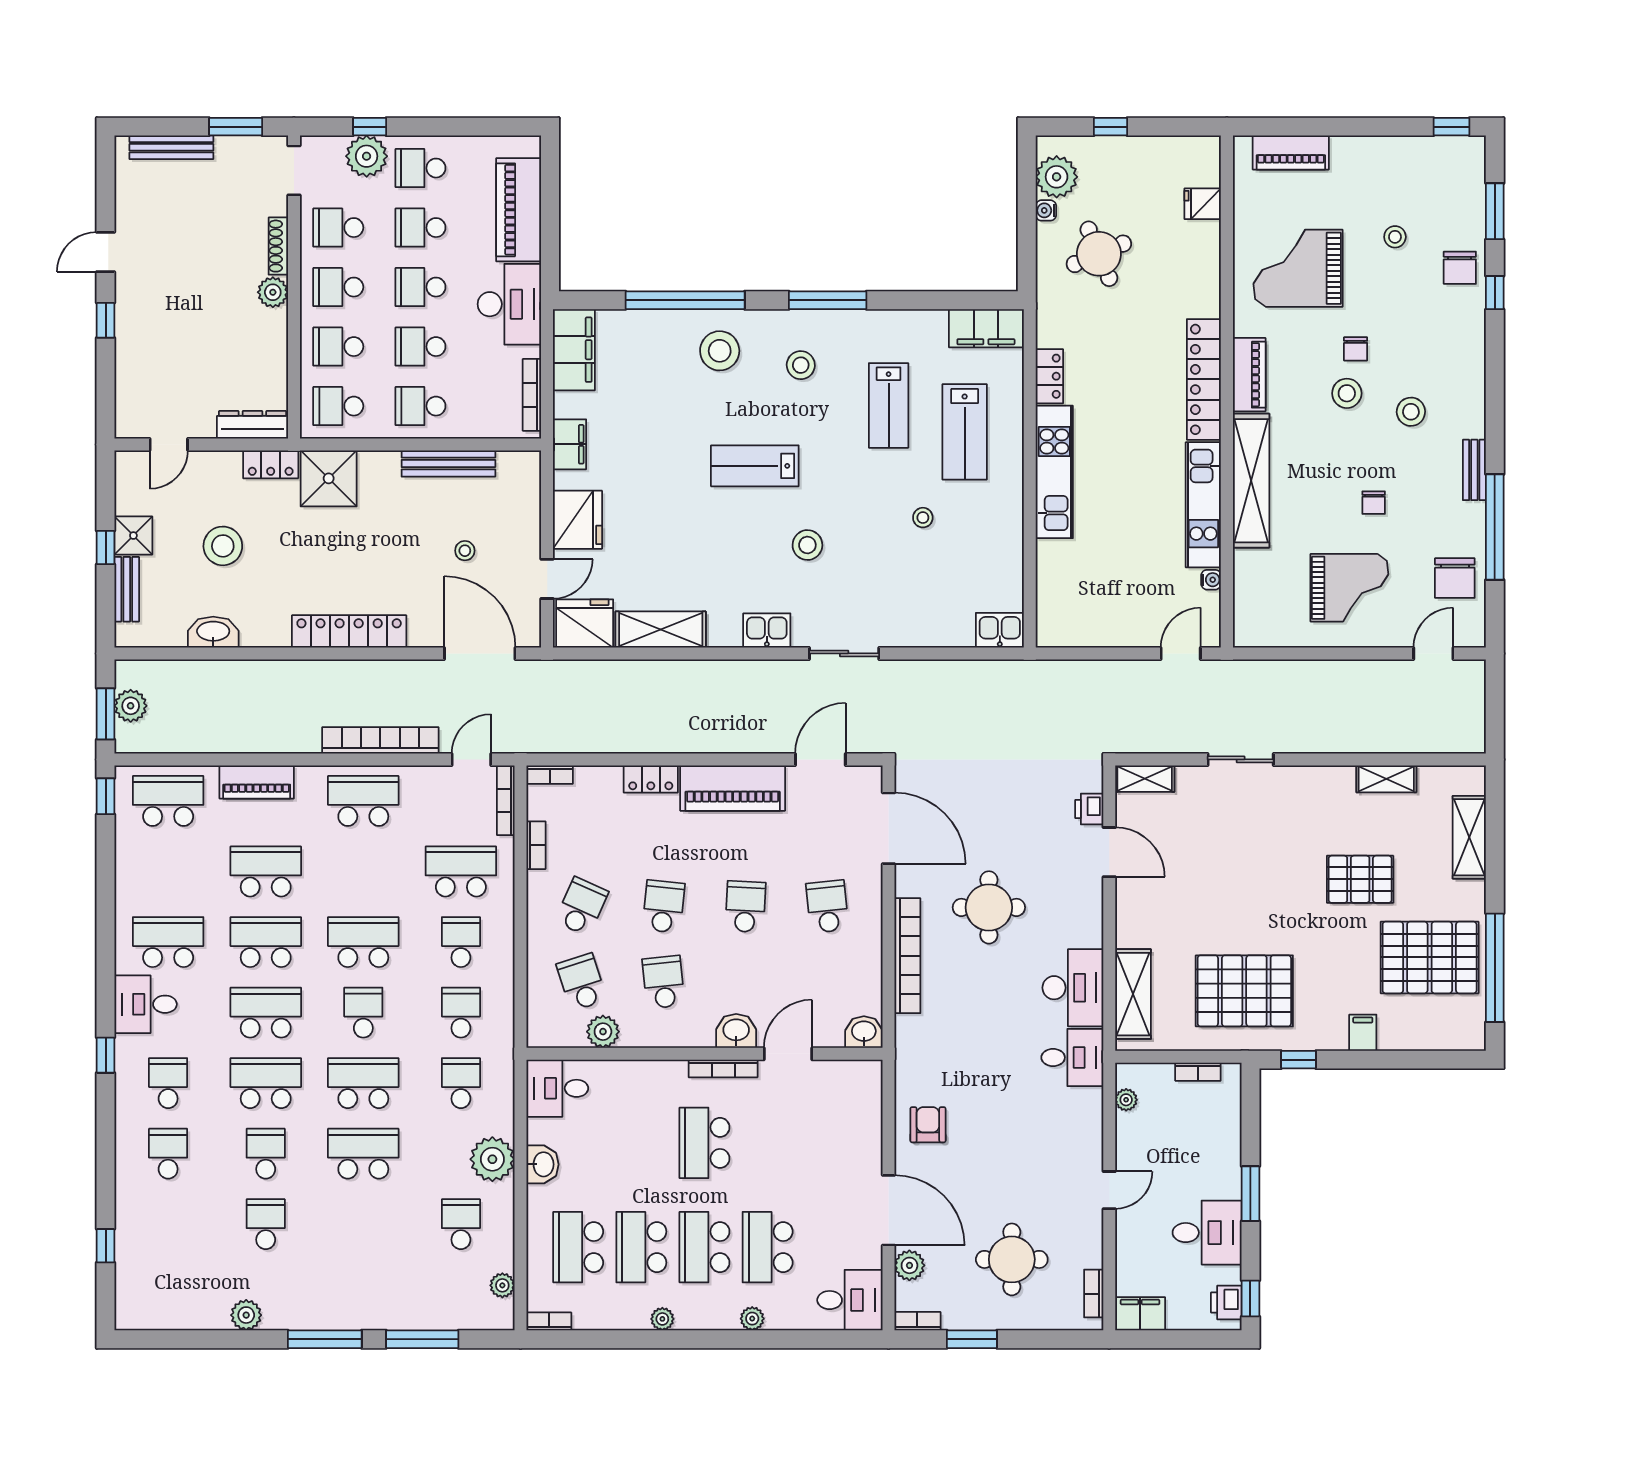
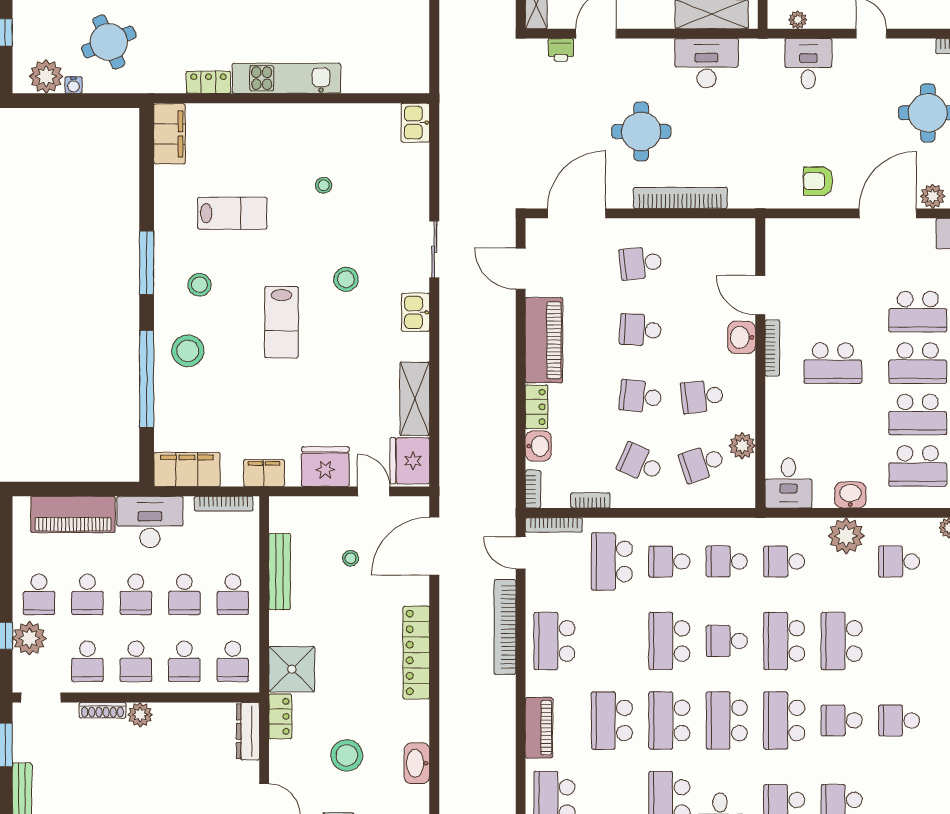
lab bench: (965, 432) -> (254, 151), removed
washbasin: (864, 1032) -> (538, 446), moved, turned 180
desk: (1072, 1057) -> (808, 64), moved

